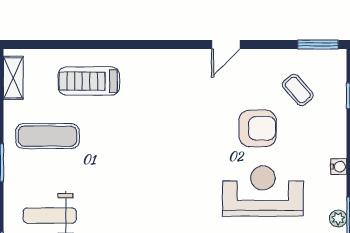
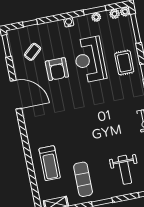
door: (226, 45) -> (16, 95), width x1.88
armchair: (258, 128) -> (57, 69), turned 180

